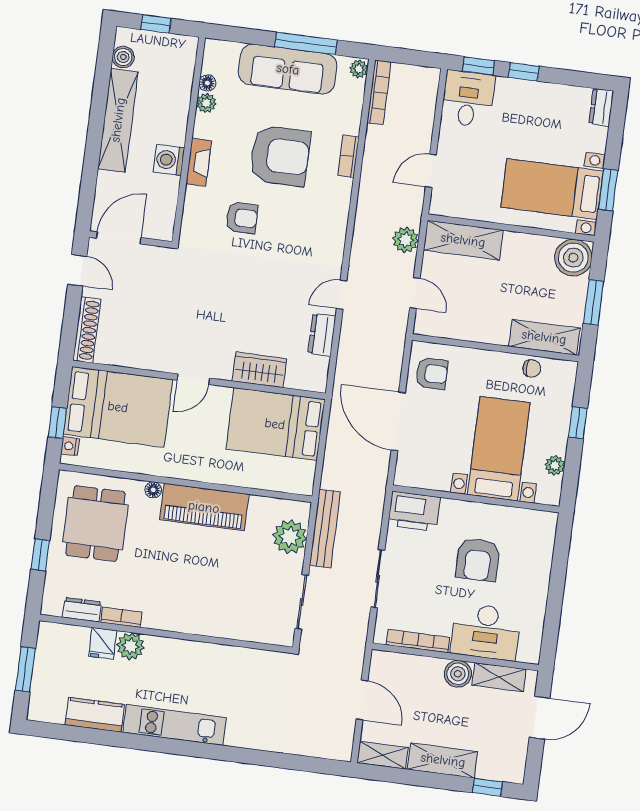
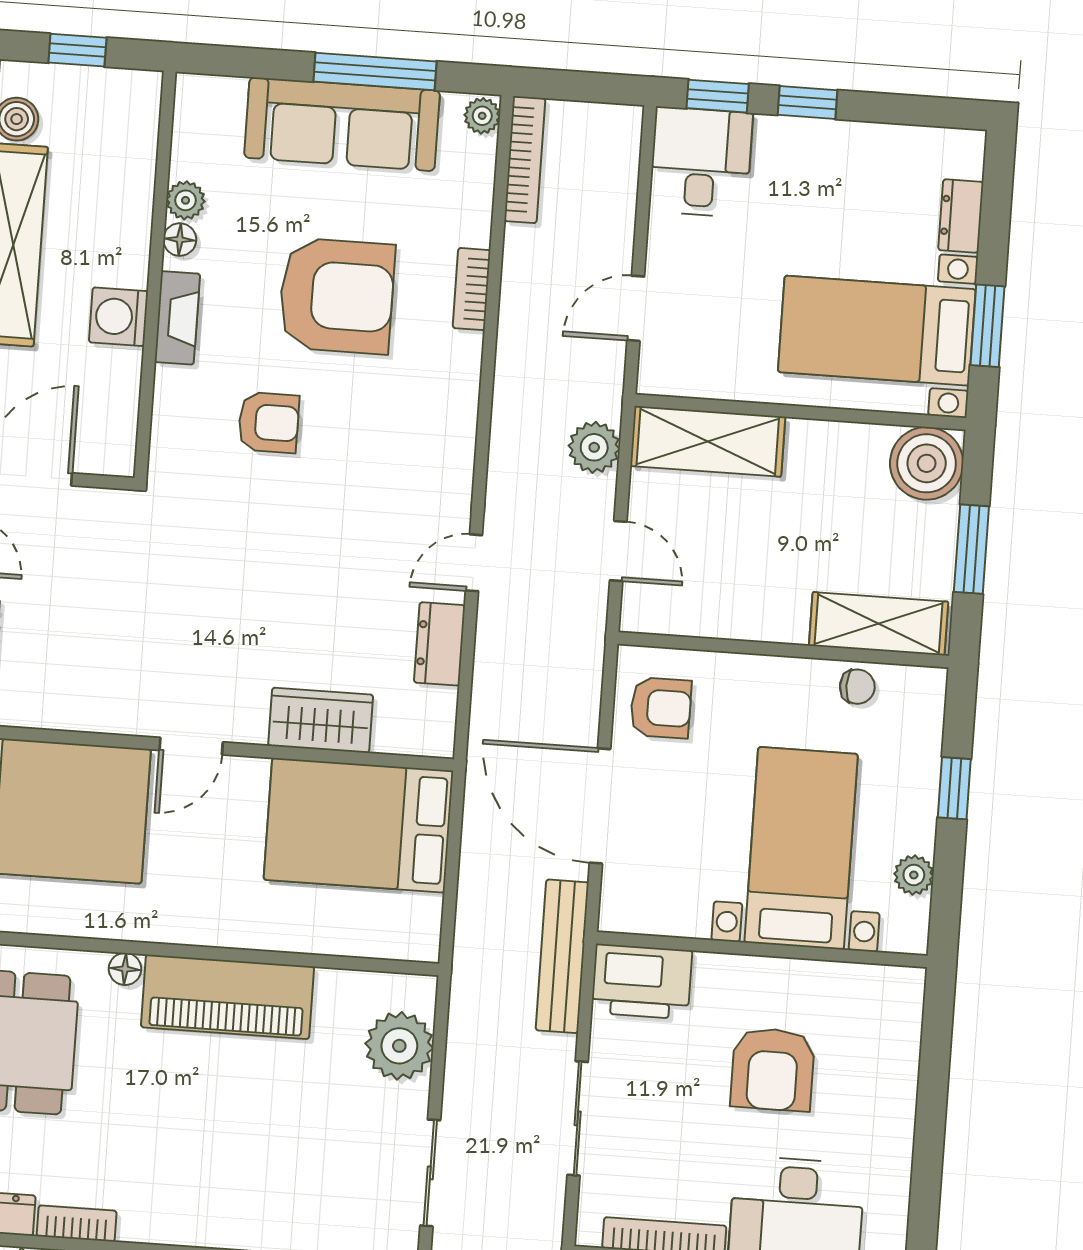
floor lamp: (207, 83) -> (180, 240), moved
dresser: (601, 107) -> (961, 216), moved
bench: (325, 528) -> (562, 956), moved

